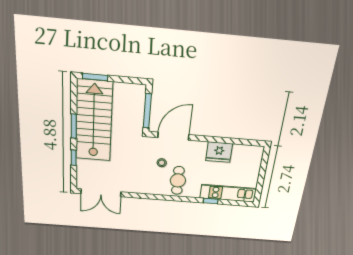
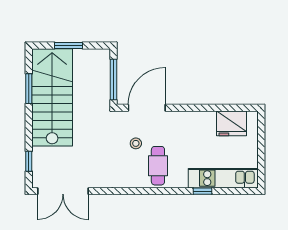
window: (95, 77) -> (69, 46), moved
window: (74, 126) -> (29, 89), moved
fridge: (219, 152) -> (231, 123), moved
window: (74, 158) -> (29, 161), moved

